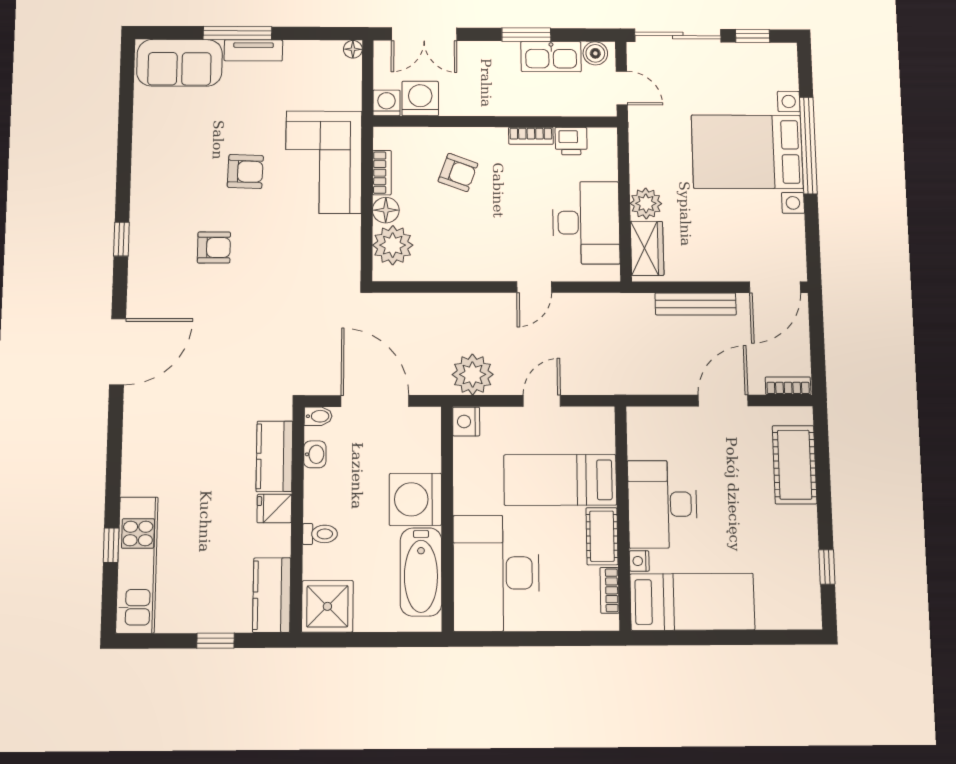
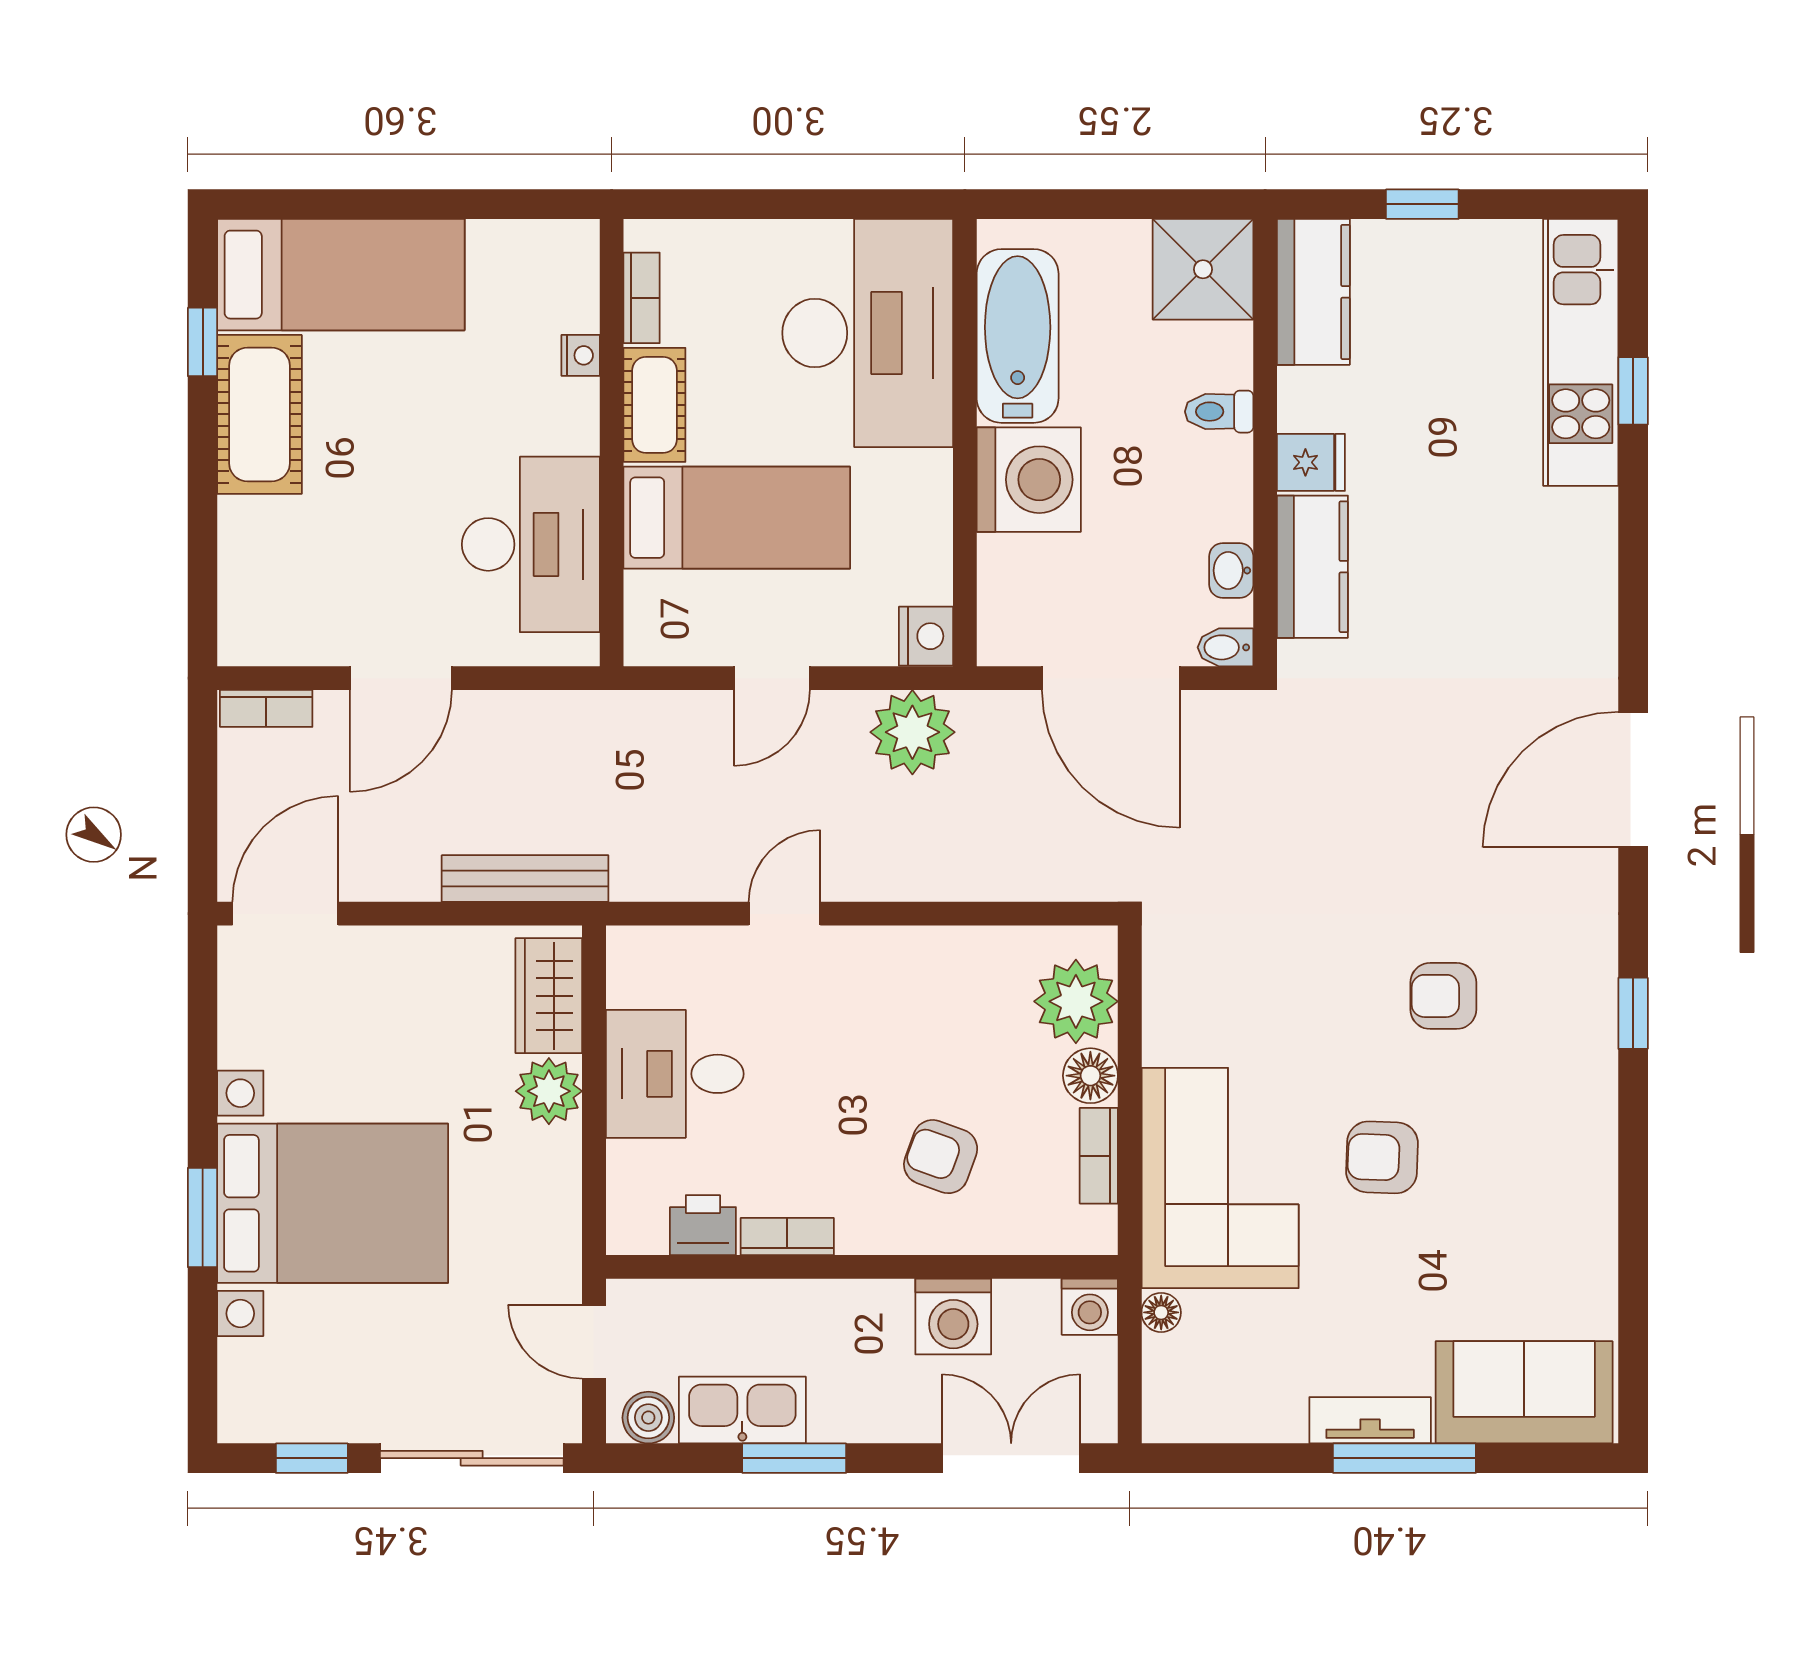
floor lamp: (353, 49) -> (1161, 1312), moved
washing machine: (420, 98) -> (953, 1317), moved
window: (808, 145) -> (203, 1218), width x0.47
desk: (586, 223) -> (675, 1074), width x0.73
bench: (696, 304) -> (525, 879), moved
cot: (795, 465) -> (260, 414), moved
desk: (662, 504) -> (531, 544), moved
bed: (692, 602) -> (341, 275), moved, turned 180

